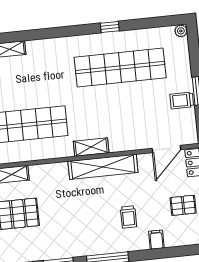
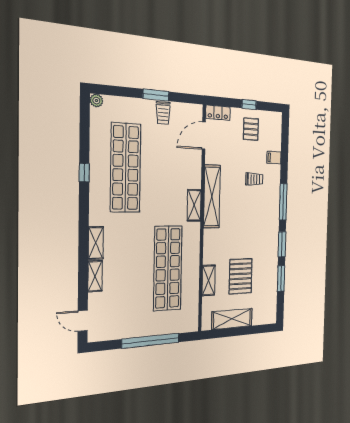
shelving: (42, 46) -> (96, 243), added
door: (166, 149) -> (204, 136), swing flipped

